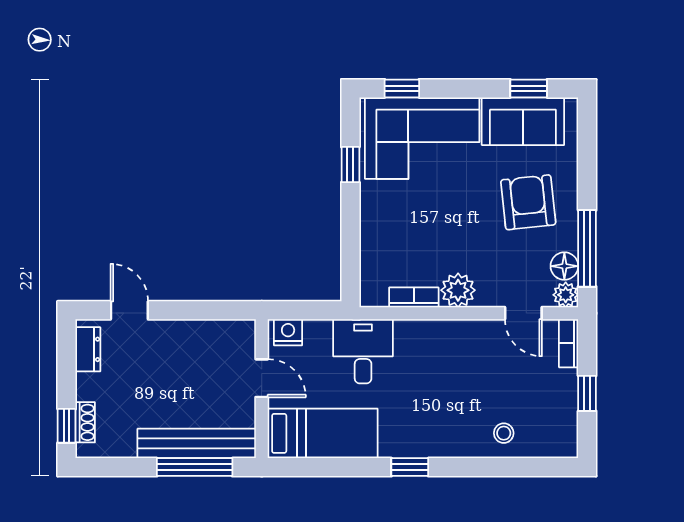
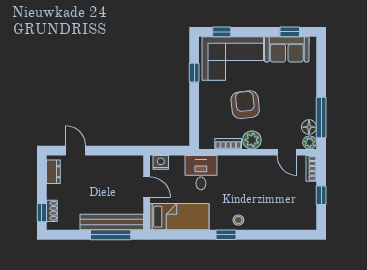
armchair: (528, 202) -> (245, 105), moved
stool: (504, 433) -> (238, 220), moved

